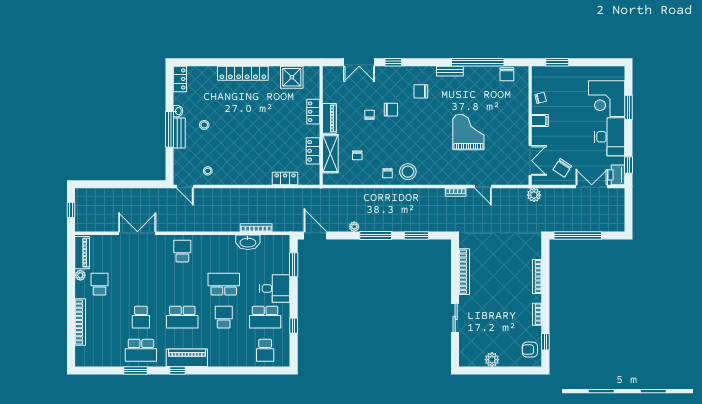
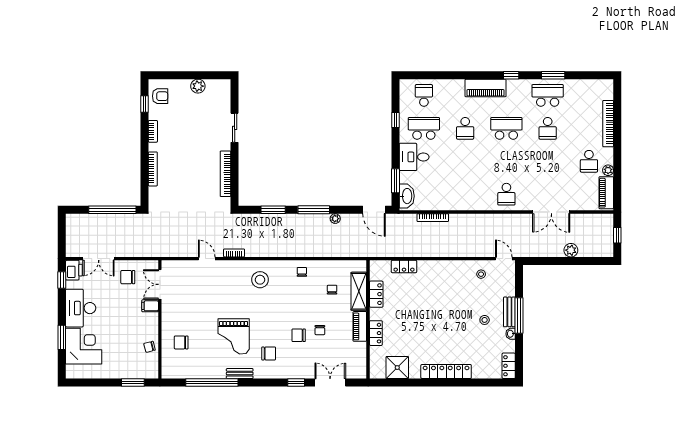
chair: (507, 74) -> (181, 342), moved, turned -90
filing cabinet: (540, 121) -> (150, 306), moved
grand piano: (468, 132) -> (234, 336), moved
chair: (562, 168) -> (128, 277), turned -123
stool: (408, 172) -> (260, 280), moved
plant: (534, 195) -> (571, 250), moved
washbasin: (248, 242) -> (407, 196), moved, turned 90
school desk: (224, 284) -> (465, 161), removed
school desk: (141, 317) -> (548, 128), turned 180
piano: (187, 358) -> (486, 88), moved

